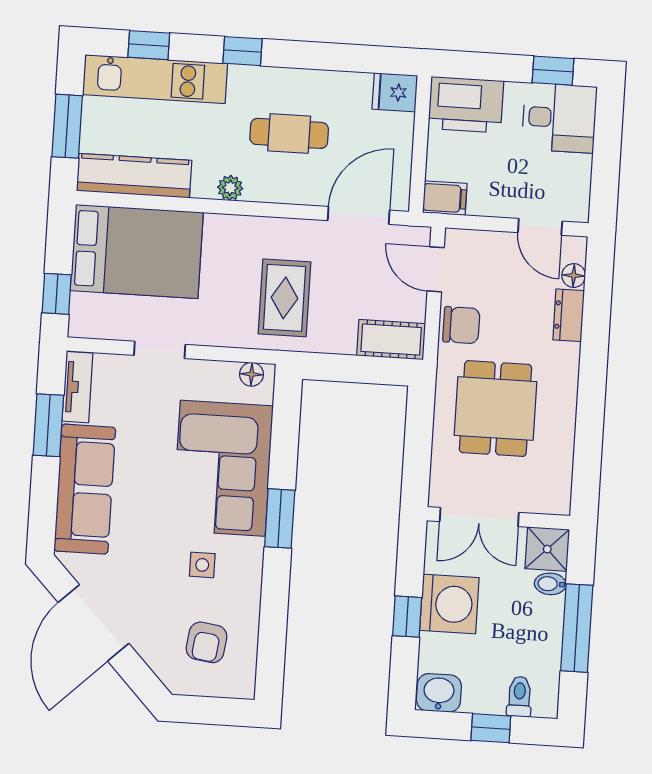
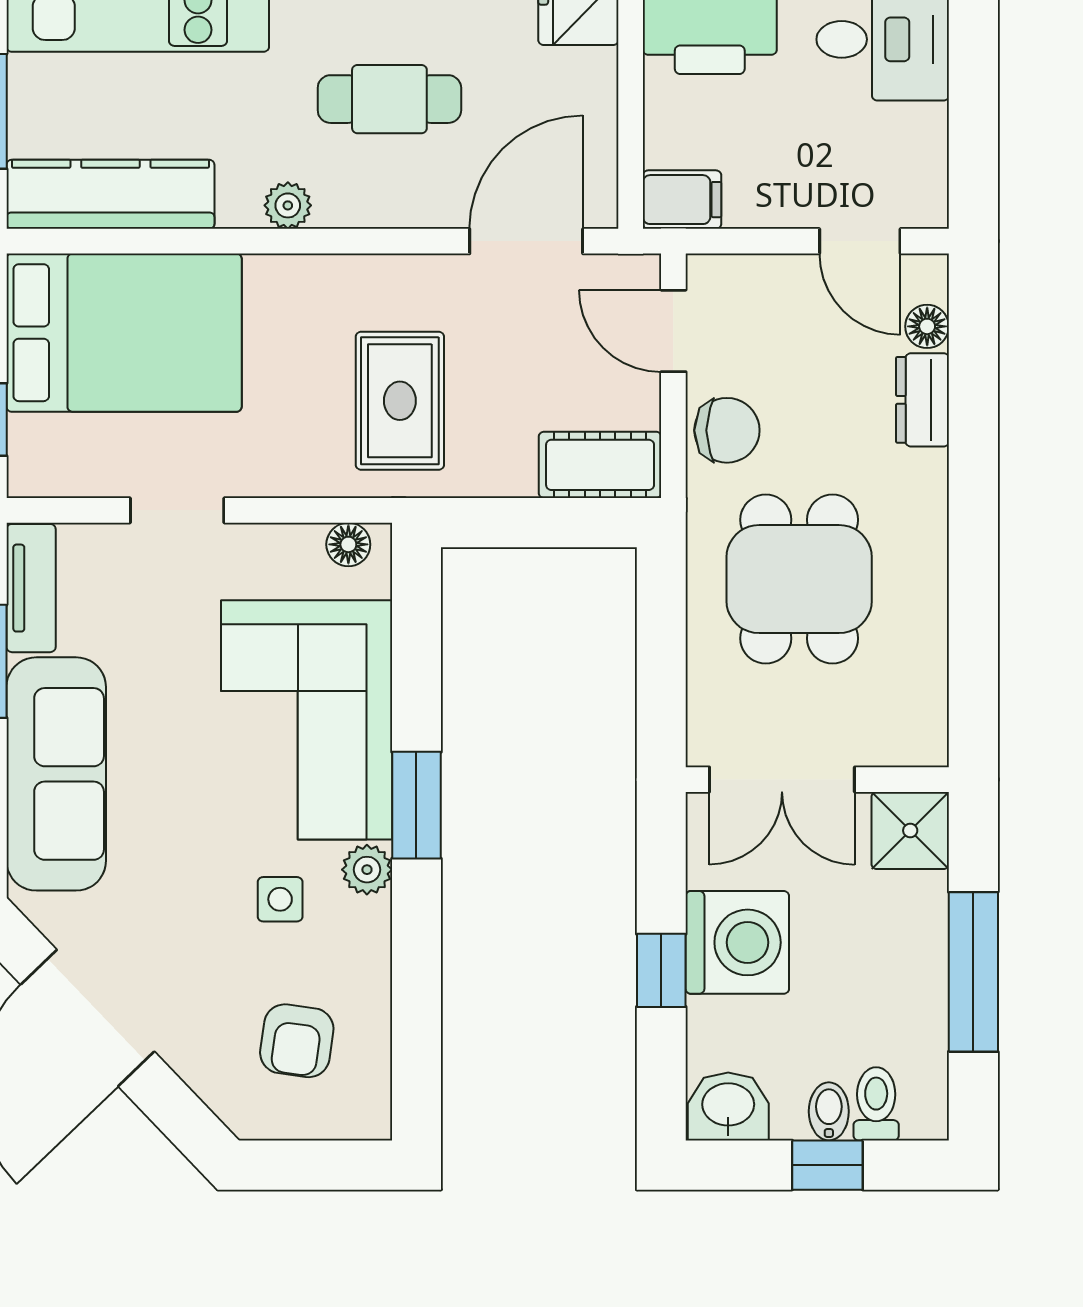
plant: (251, 552) -> (367, 870), added
bidet: (550, 584) -> (829, 1111), moved, turned 90

